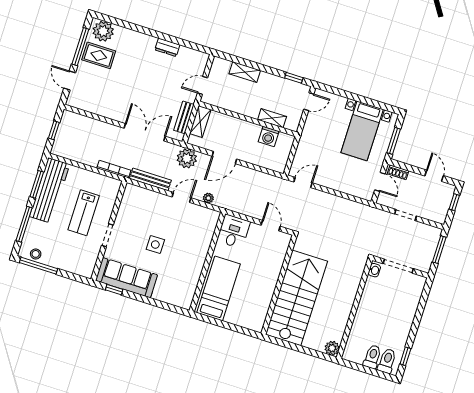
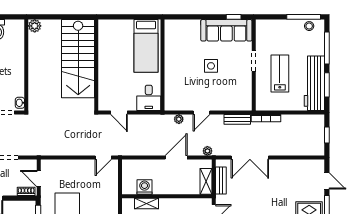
plant: (187, 158) -> (207, 151), width x0.53, depth x0.53
bench: (150, 179) -> (237, 119), width x0.73

